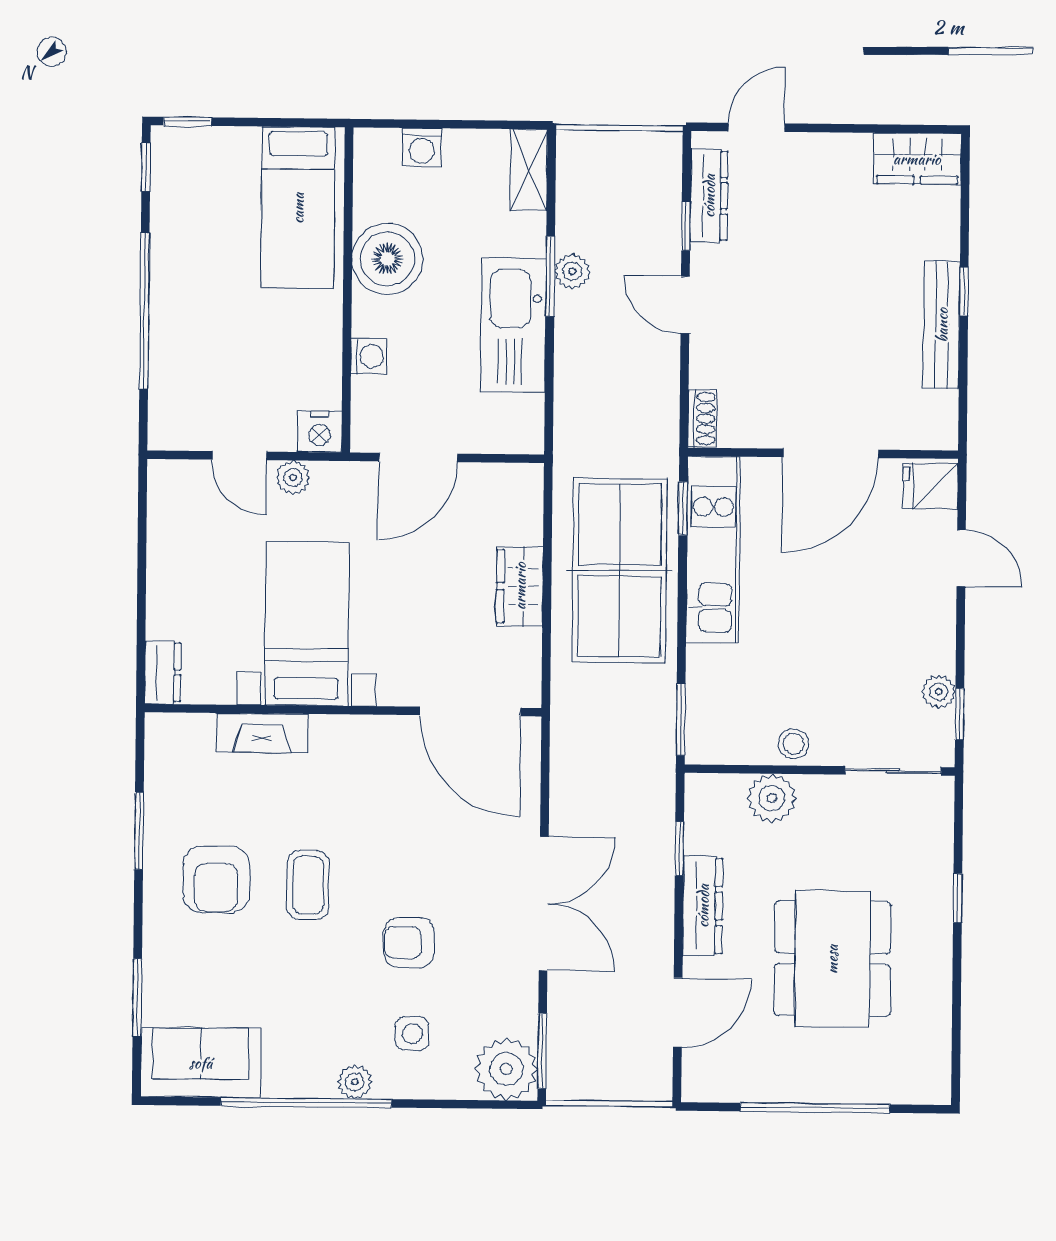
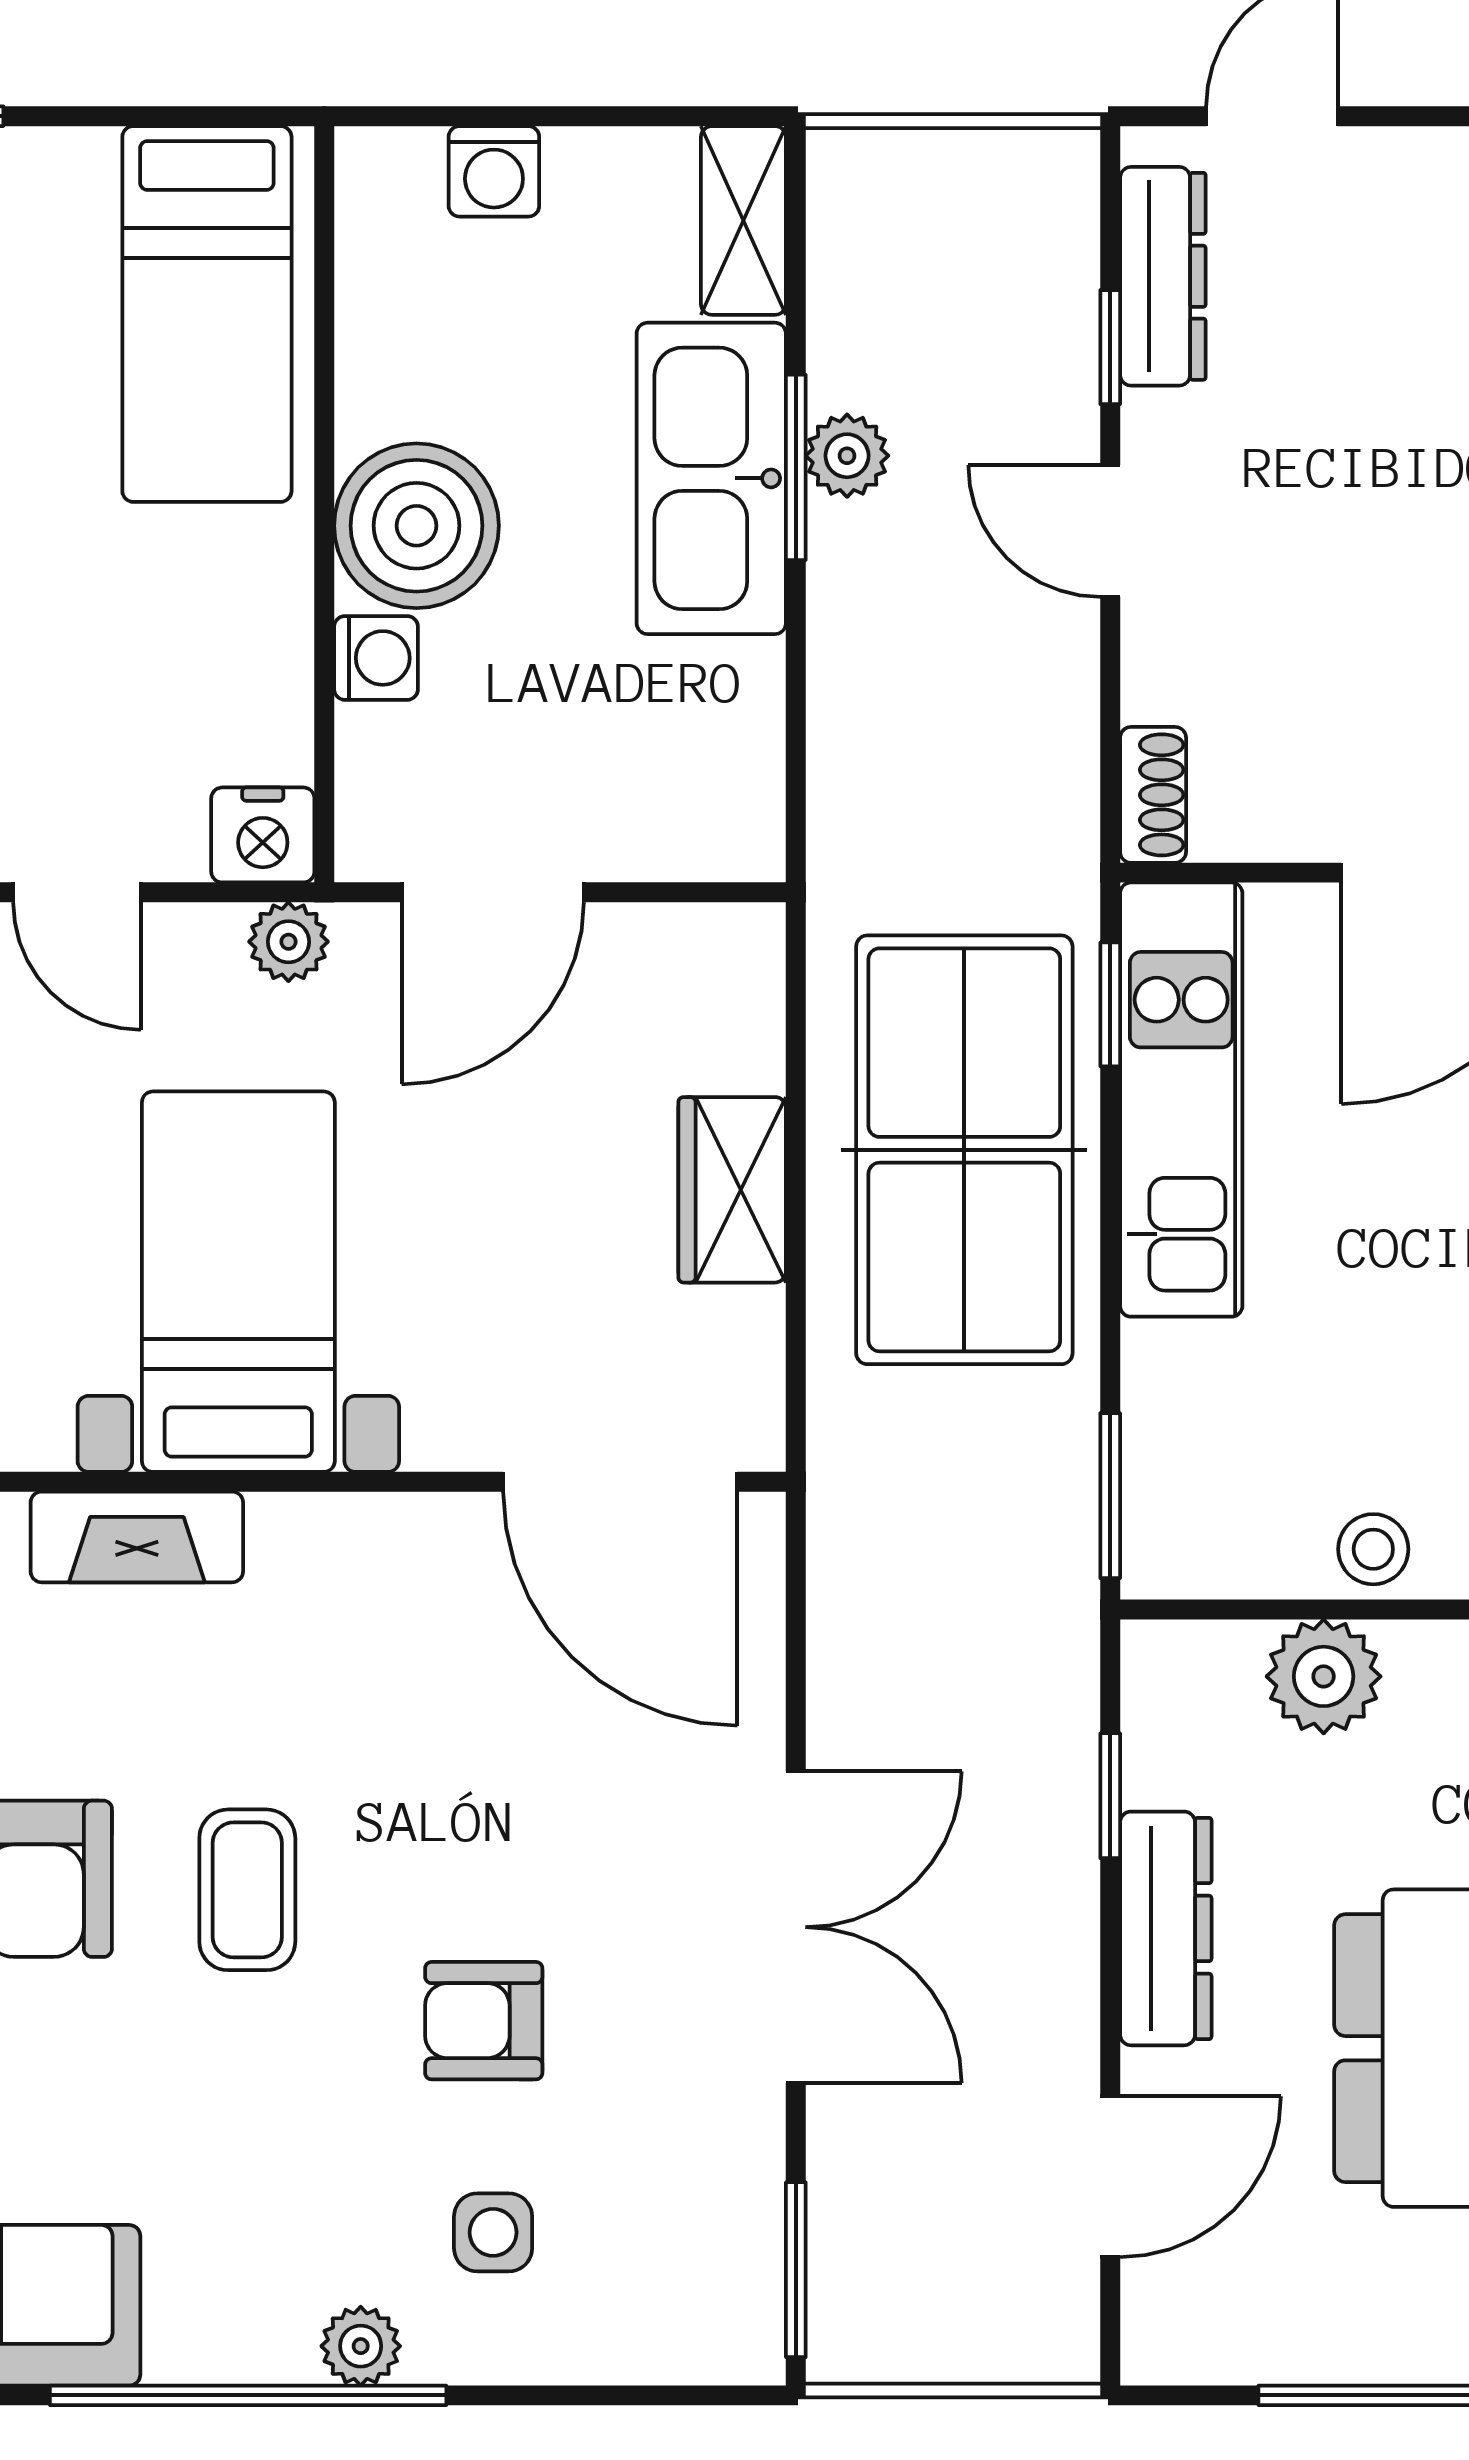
boiler: (387, 259) -> (416, 526), moved
kitchen sink: (513, 325) -> (711, 478), moved
plant: (293, 477) -> (288, 942), moved
plant: (506, 1069) -> (713, 2312), removed

